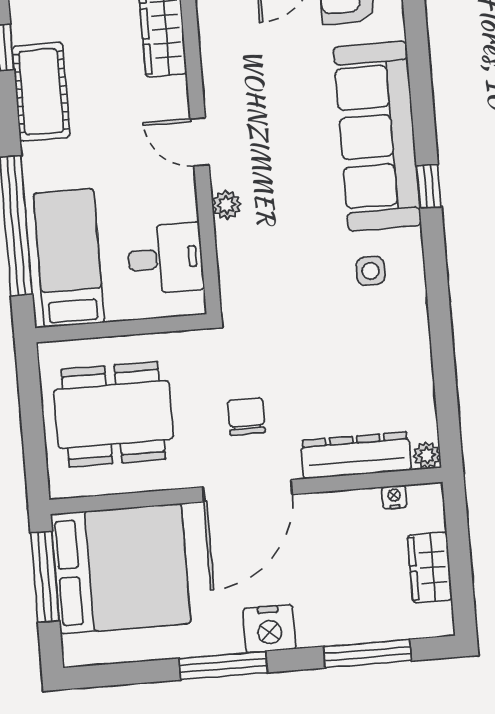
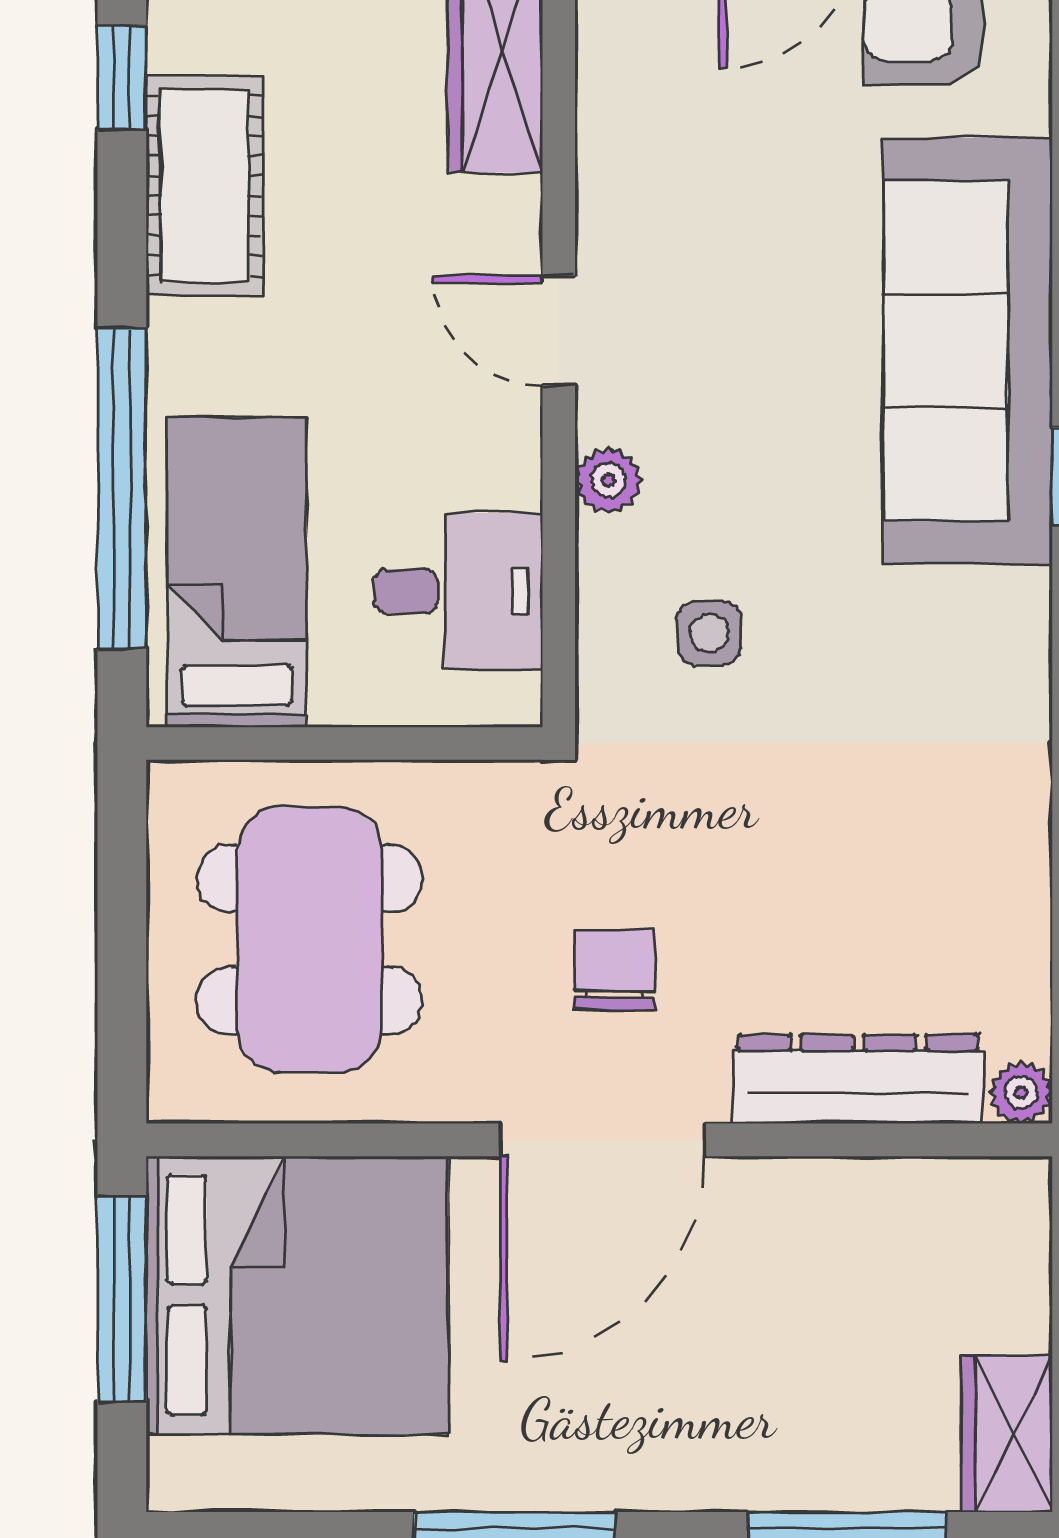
side table: (370, 271) -> (709, 633), moved
dining table: (113, 414) -> (310, 939), turned 90
nightstand: (394, 497) -> (938, 1182), removed
wardrobe: (430, 568) -> (1007, 1433), moved
nightstand: (269, 629) -> (627, 1461), removed

